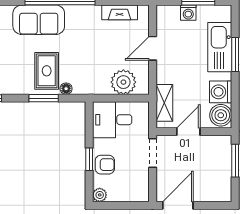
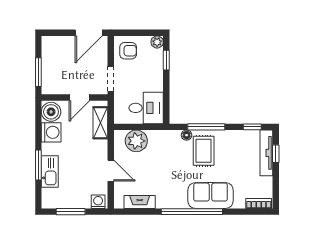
washing machine: (188, 13) -> (98, 202), moved
kitchen sink: (220, 47) -> (50, 172), width x0.73, depth x0.81
door: (153, 48) -> (111, 171), hinge flipped
window: (44, 98) -> (206, 127), width x1.44
window: (89, 159) -> (166, 60), moved
armchair: (105, 165) -> (128, 51), moved, turned 180

